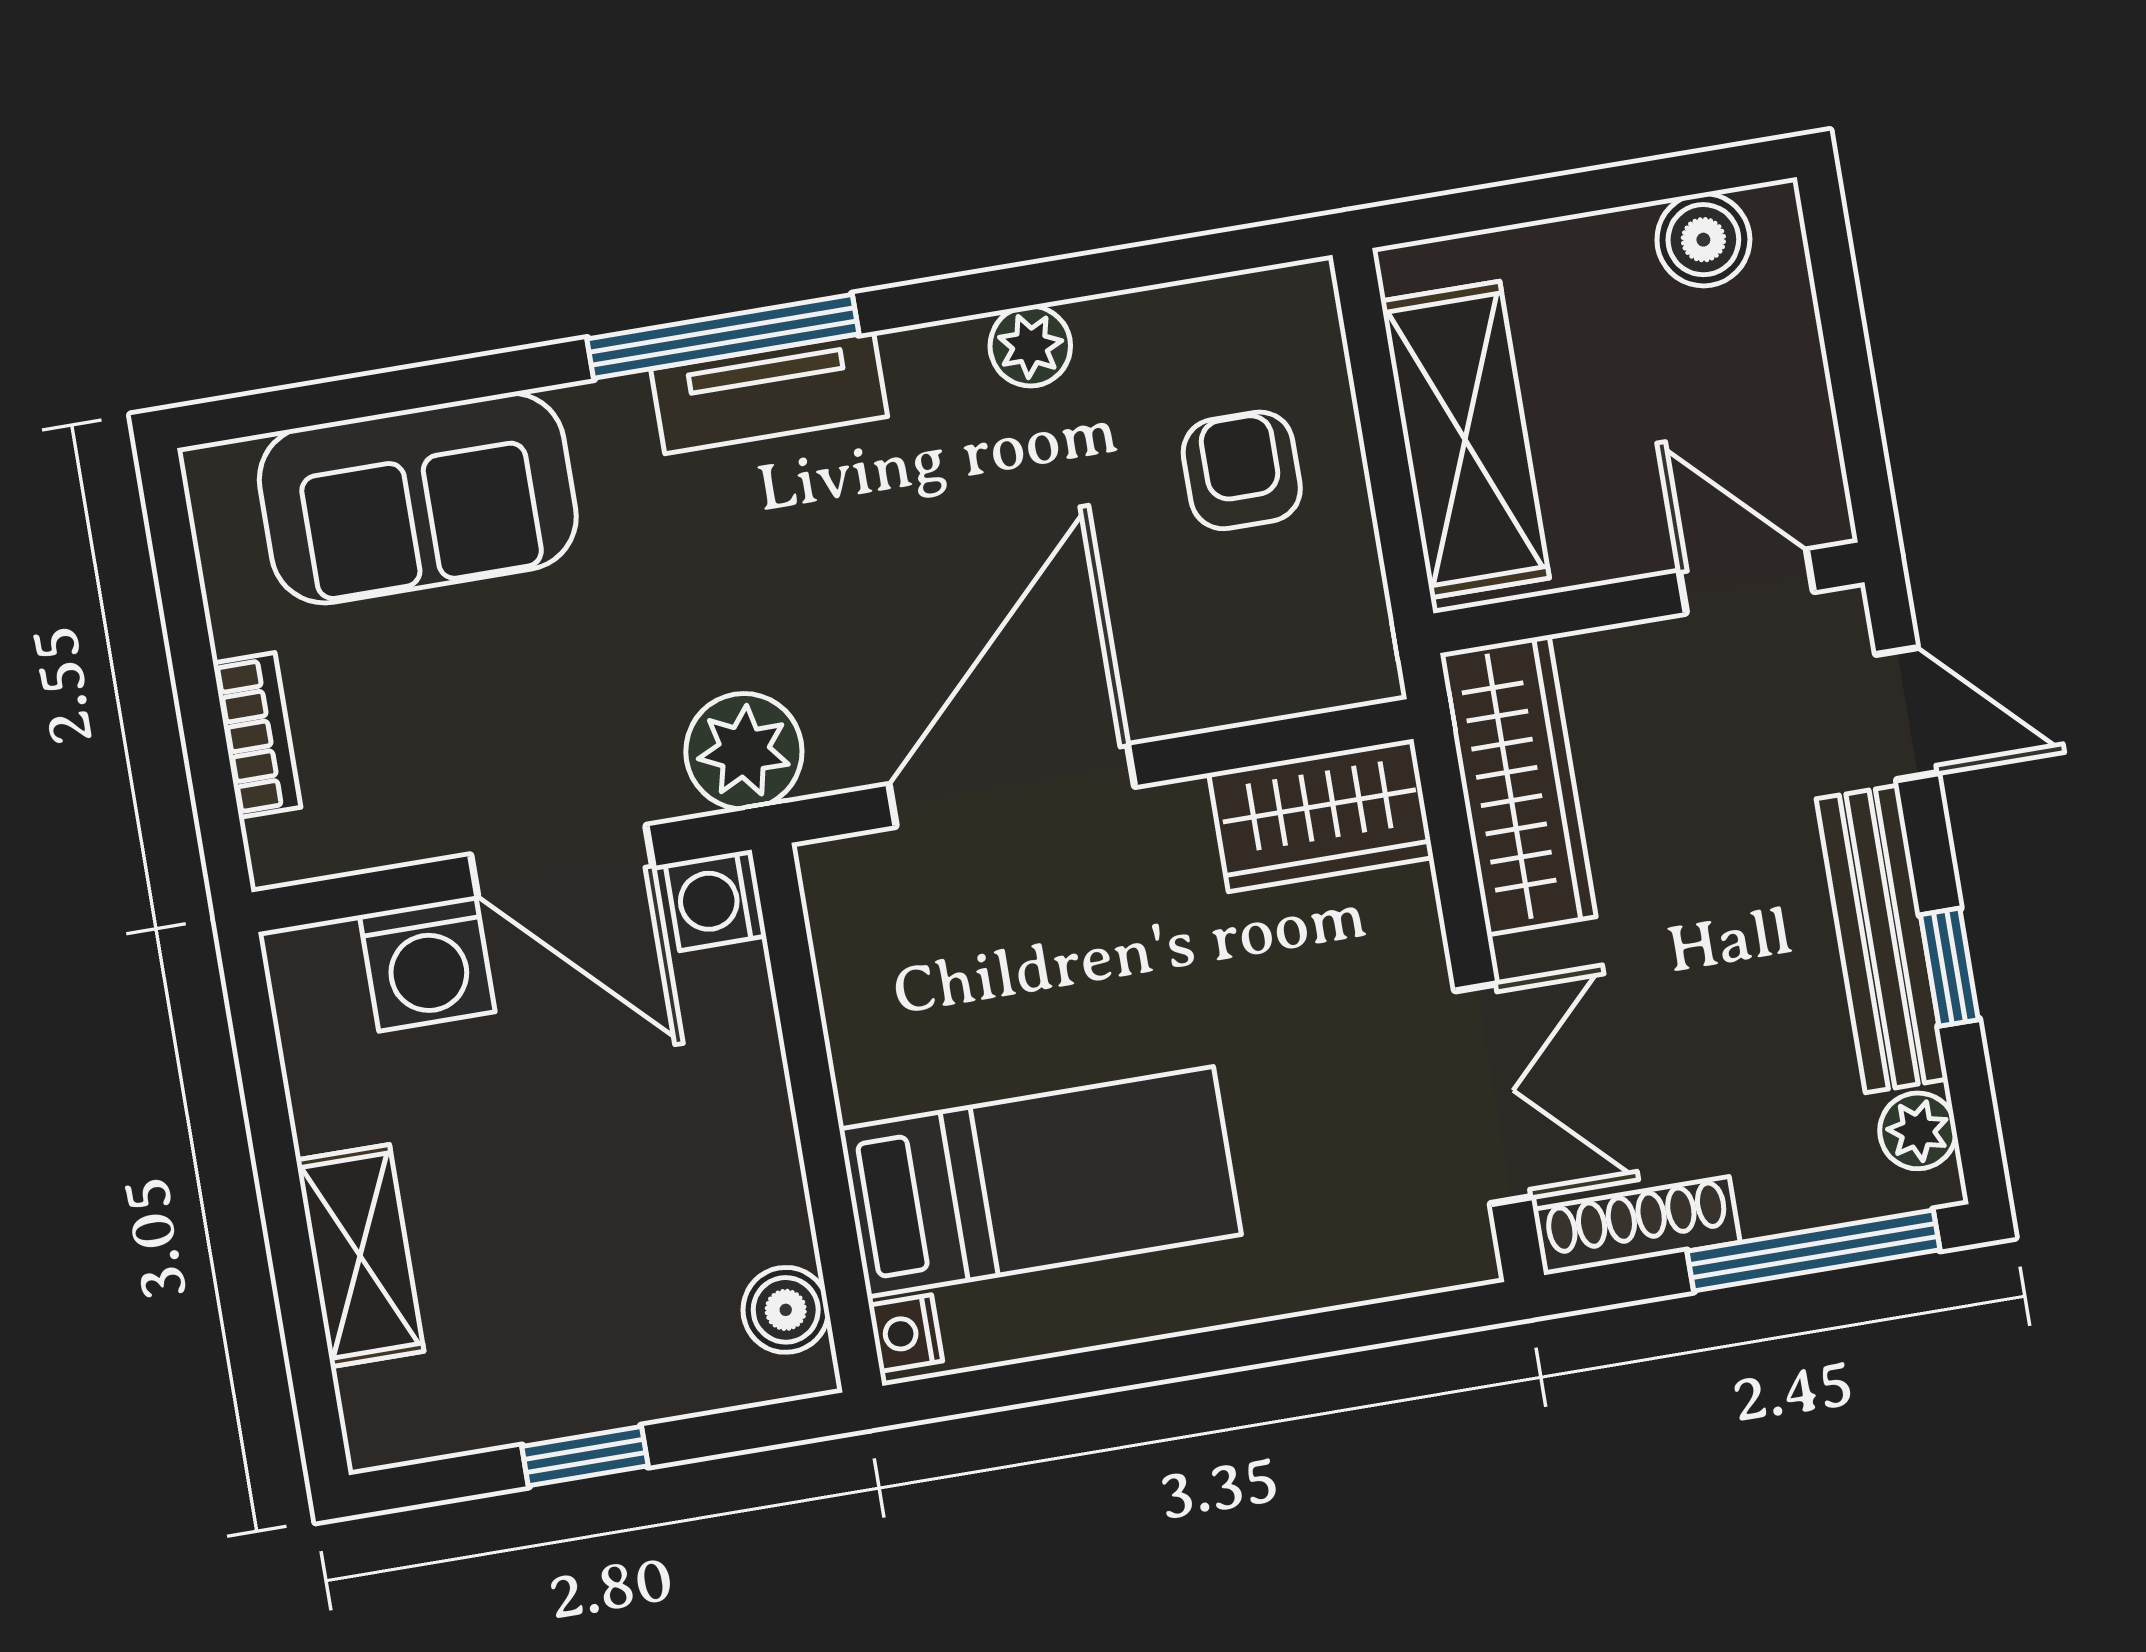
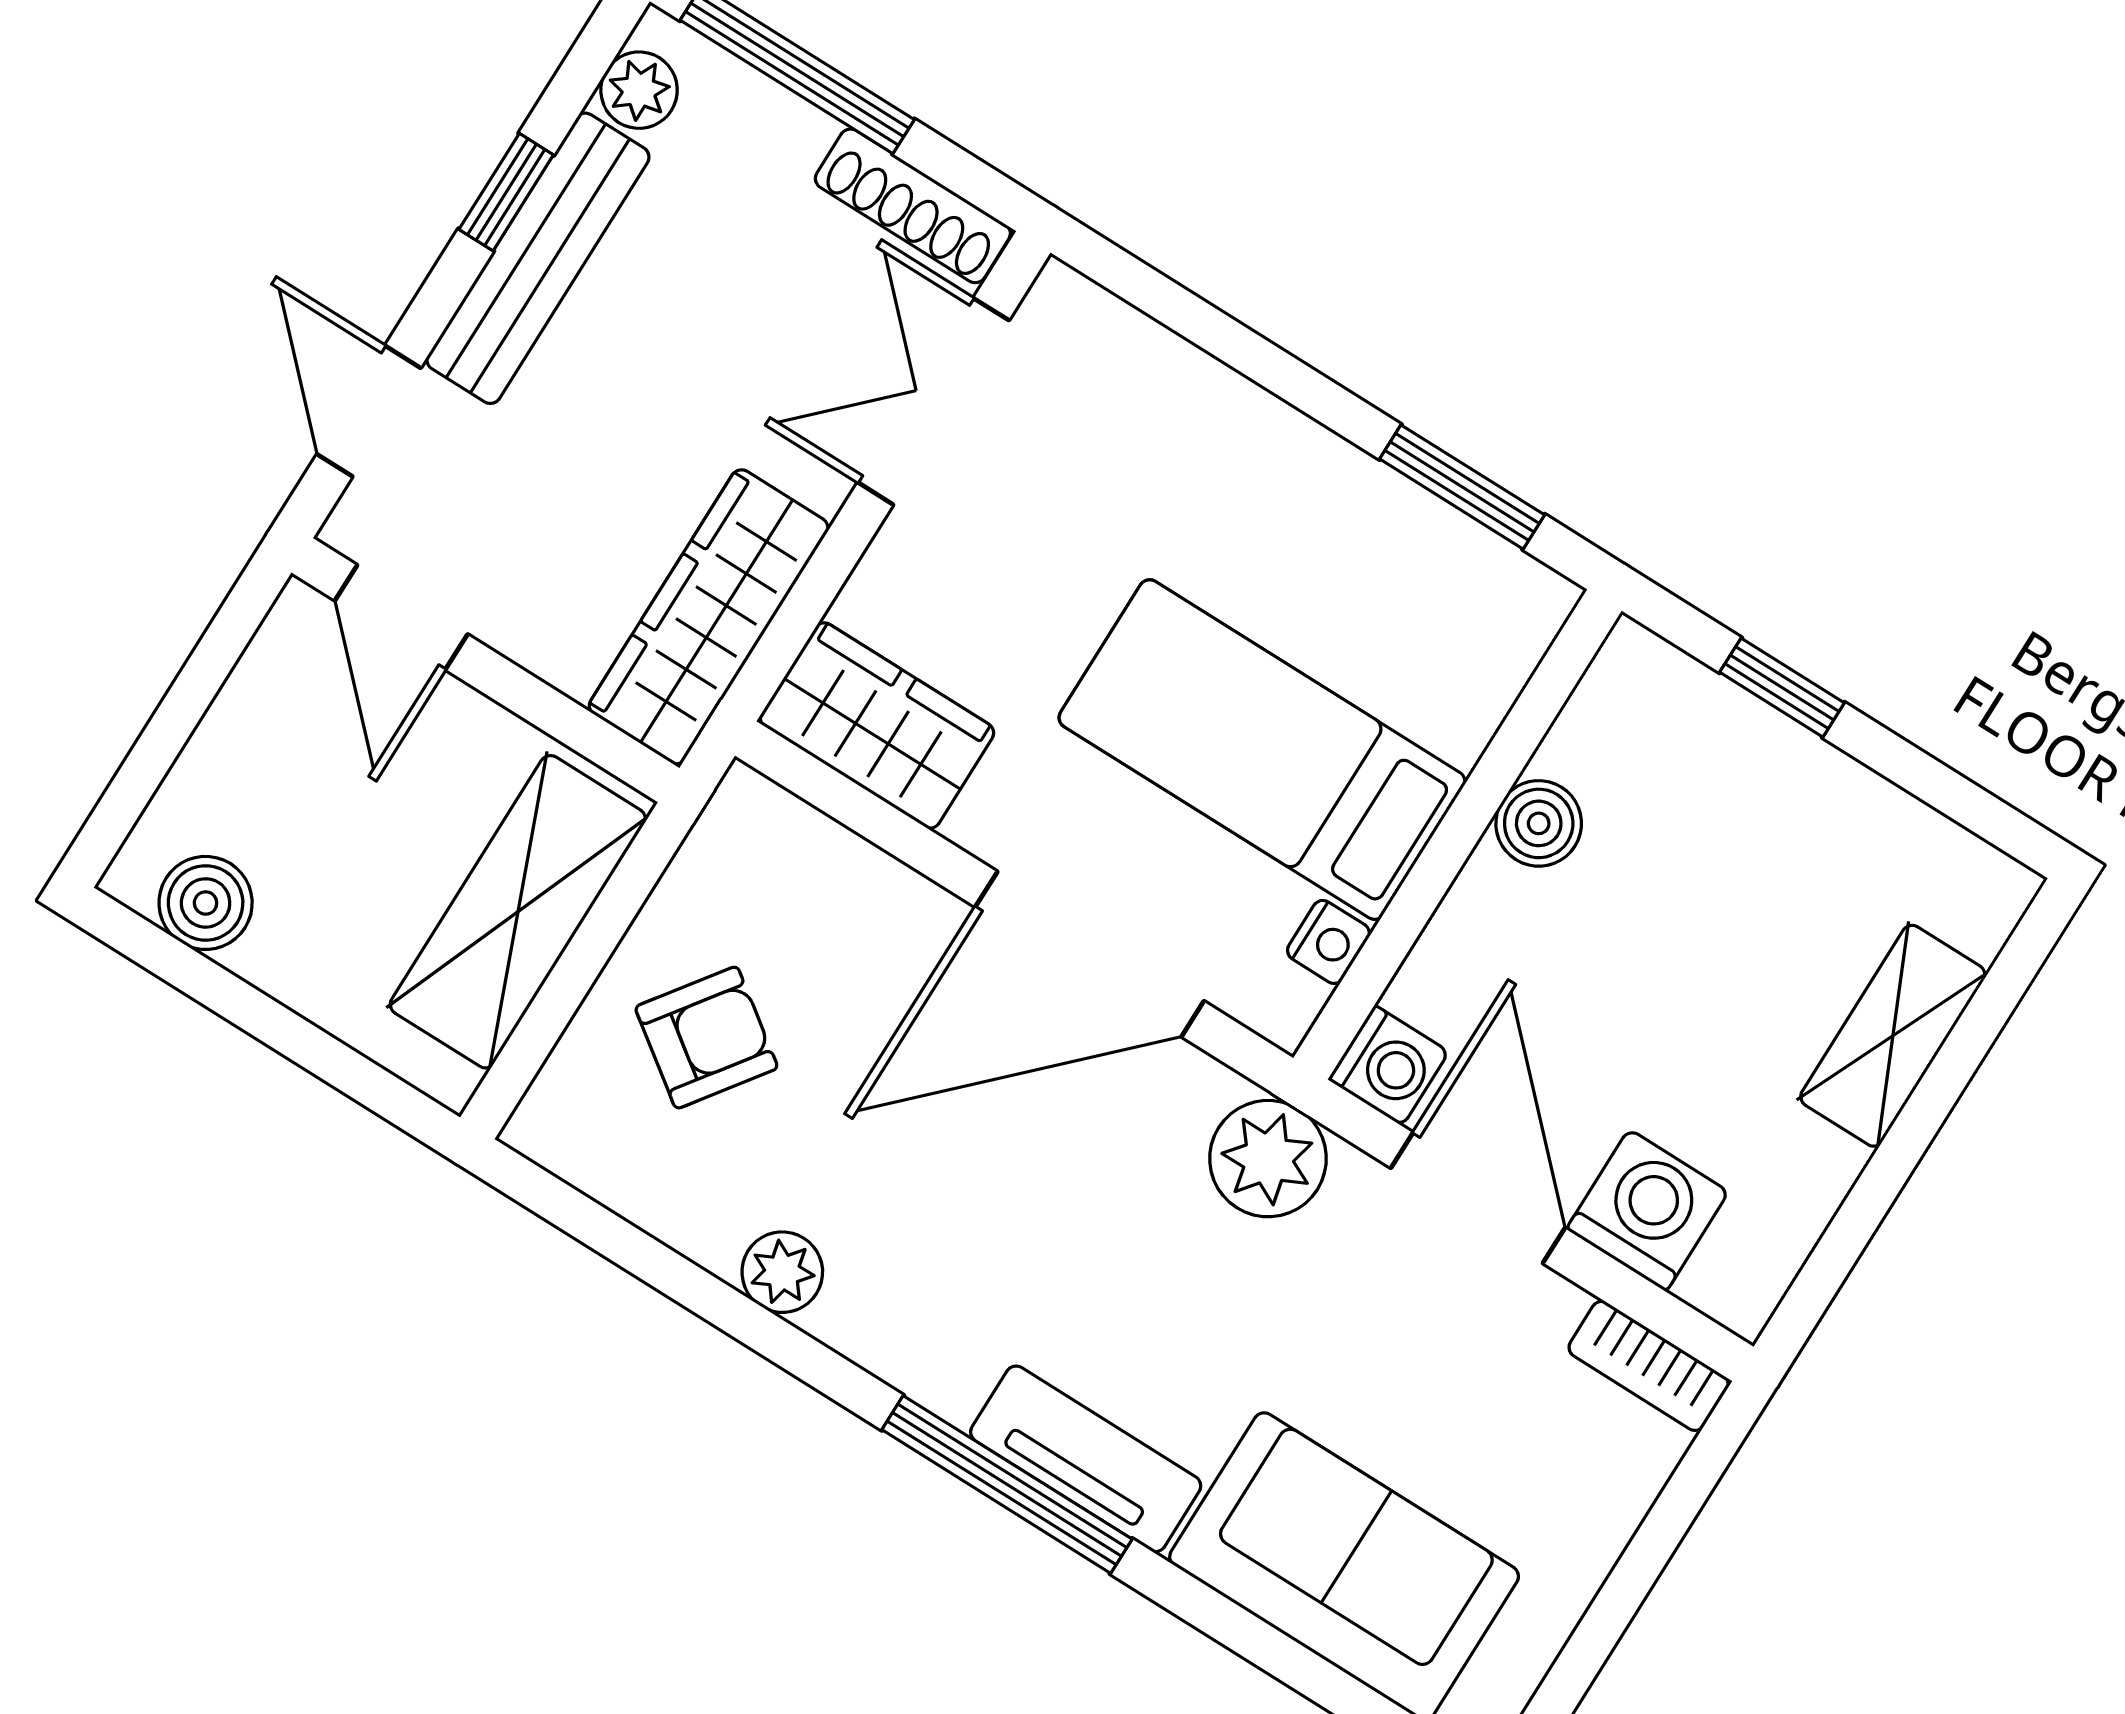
tv unit: (769, 393) -> (1086, 1459), moved
armchair: (1242, 470) -> (706, 1038), turned -144
bookcase: (257, 735) -> (1649, 1366), moved, turned -90
bed: (1040, 1182) -> (1262, 750), moved
boiler: (786, 1310) -> (1539, 823), moved
nightstand: (906, 1333) -> (1329, 942), moved
window: (1043, 1379) -> (1462, 487), added
window: (585, 1456) -> (1782, 688), moved

